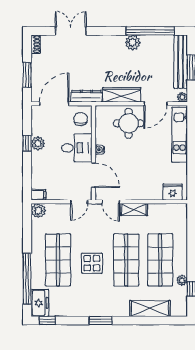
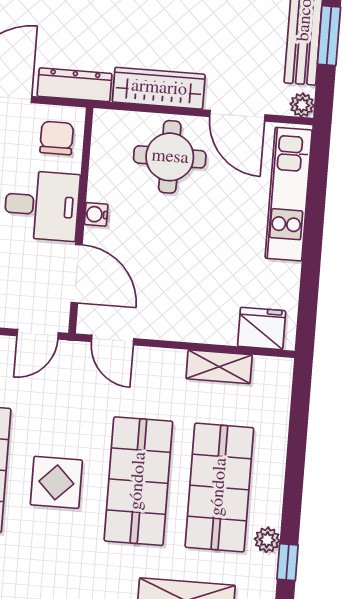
door: (155, 104) -> (237, 116), hinge flipped
shelving: (134, 209) -> (219, 367), moved

